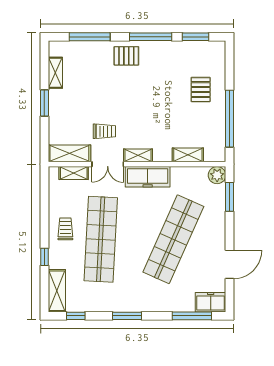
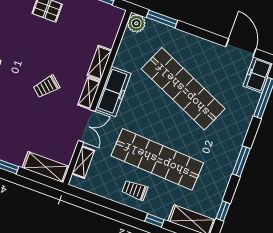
trolley: (104, 131) -> (46, 87), moved, turned -139
shelving: (69, 153) -> (46, 167), moved, turned 90
shelving: (188, 155) -> (100, 63), moved
door: (230, 264) -> (241, 48), moved

